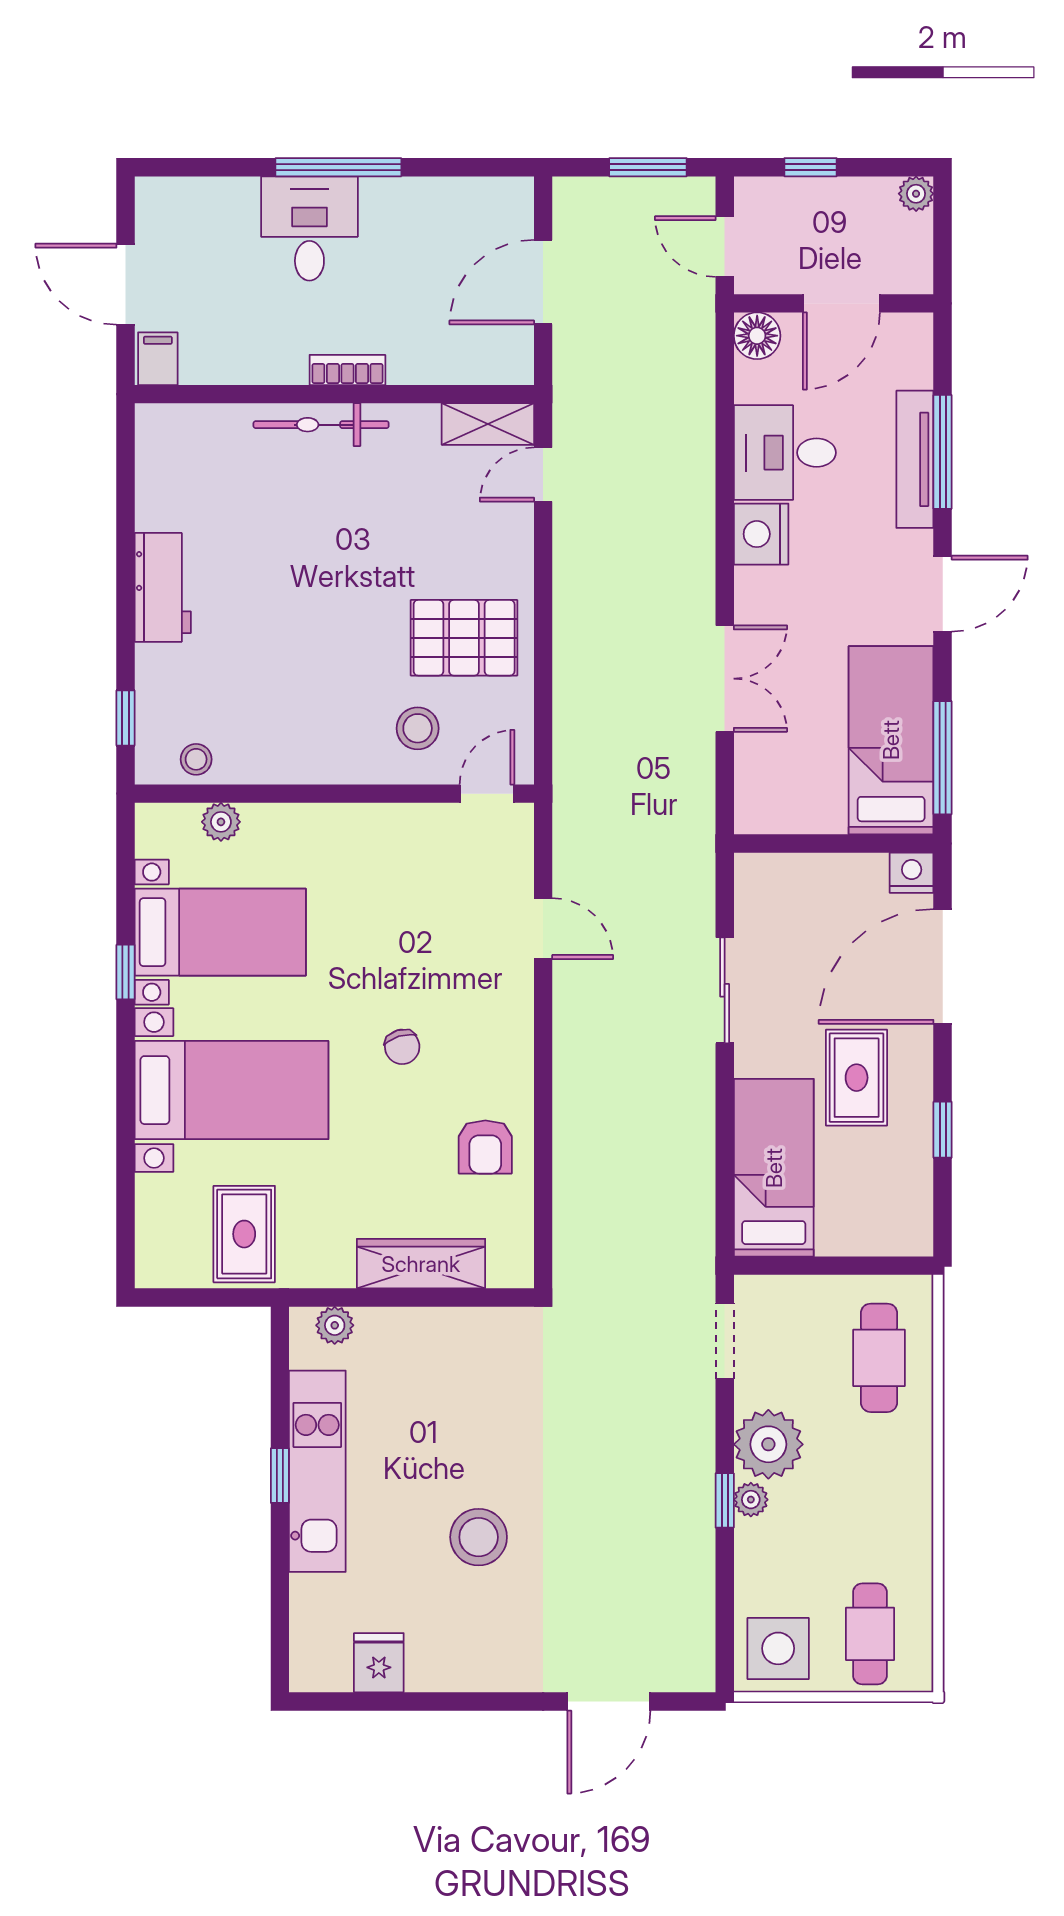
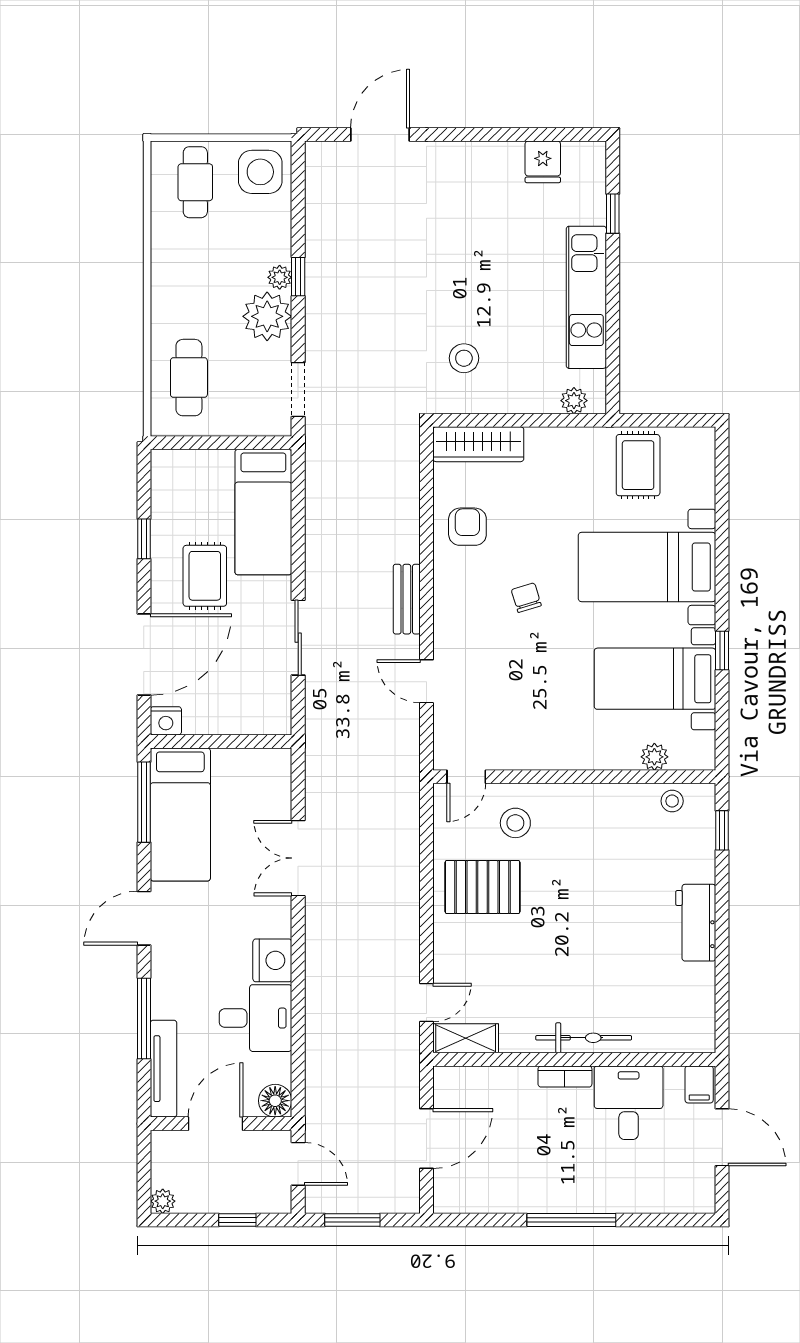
desk: (309, 228) -> (629, 1103), moved, turned 180
tv unit: (915, 459) -> (164, 1069), moved
bench: (571, 1045) -> (407, 599), added
wardrobe: (421, 1264) -> (478, 444), moved
window: (280, 1476) -> (613, 214), moved
stool: (479, 1537) -> (464, 358), moved, width x0.73, depth x0.73

